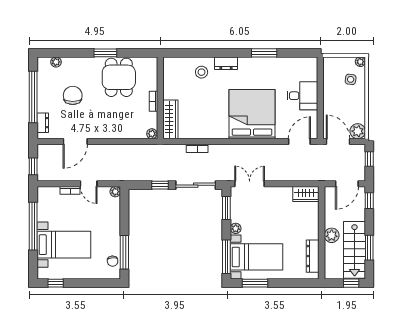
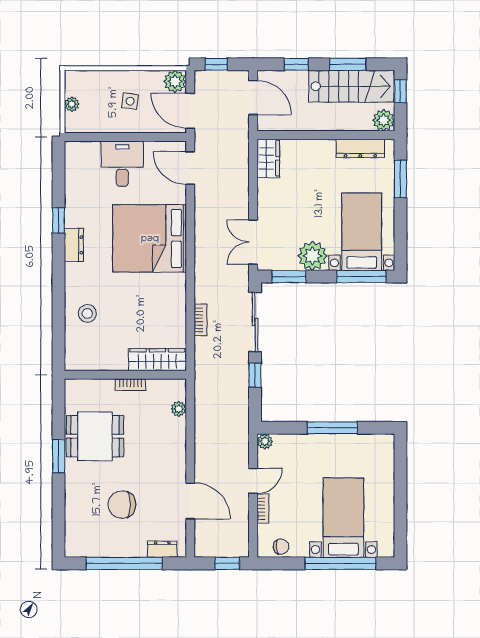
window: (264, 53) -> (59, 220), width x0.67
plant: (56, 62) -> (72, 529), removed
plant: (360, 62) -> (72, 104), moved
dresser: (226, 63) -> (74, 245), moved
side table: (351, 79) -> (130, 101), moved
plant: (152, 134) -> (179, 409), moved
door: (338, 141) -> (190, 111), hinge flipped
window: (369, 201) -> (296, 64), moved
window: (33, 226) -> (340, 563), moved
plant: (236, 228) -> (312, 256), width x1.87, depth x1.87
plant: (332, 235) -> (384, 120), moved
window: (124, 252) -> (332, 428), moved
chair: (113, 261) -> (281, 547), moved
window: (56, 283) -> (400, 530), removed
window: (255, 283) -> (400, 179), moved

